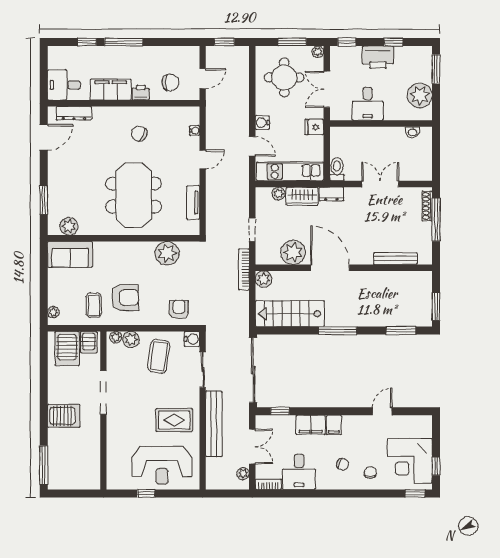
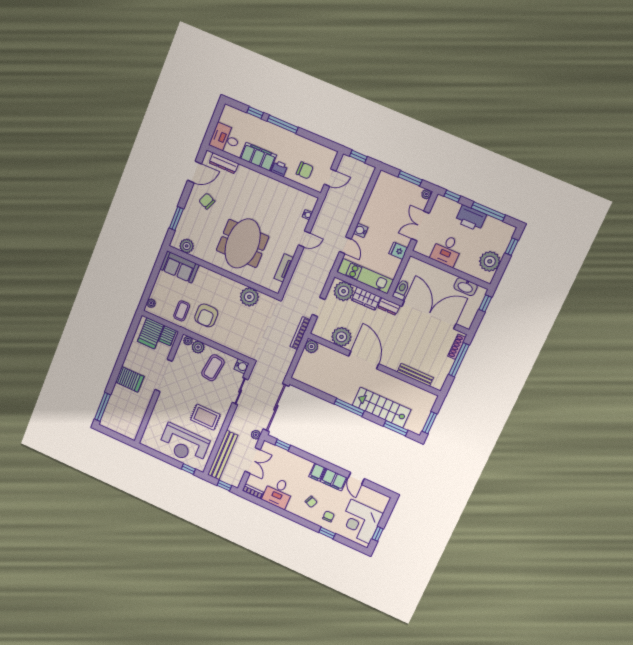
window: (394, 42) -> (488, 211), width x2.17
window: (436, 69) -> (512, 247), width x0.67
round table: (284, 78) -> (392, 203), removed
washbasin: (413, 132) -> (466, 287), width x1.91, depth x1.45
chair: (139, 134) -> (207, 201), moved
window: (436, 144) -> (485, 303), added
double door: (380, 184) -> (429, 315), width x1.87
plant: (279, 194) -> (344, 291), width x1.88, depth x1.88
armchair: (125, 298) -> (206, 315), turned 90
armchair: (179, 309) -> (241, 341), removed
stairs: (290, 314) -> (382, 407), moved
door: (382, 411) -> (356, 478), swing flipped
bench: (214, 424) -> (223, 455), moved
filing cabinet: (311, 425) -> (334, 480), moved
plant: (243, 474) -> (256, 435), moved
window: (146, 493) -> (188, 469), moved
window: (231, 493) -> (224, 486), added
window: (415, 493) -> (327, 533), moved

